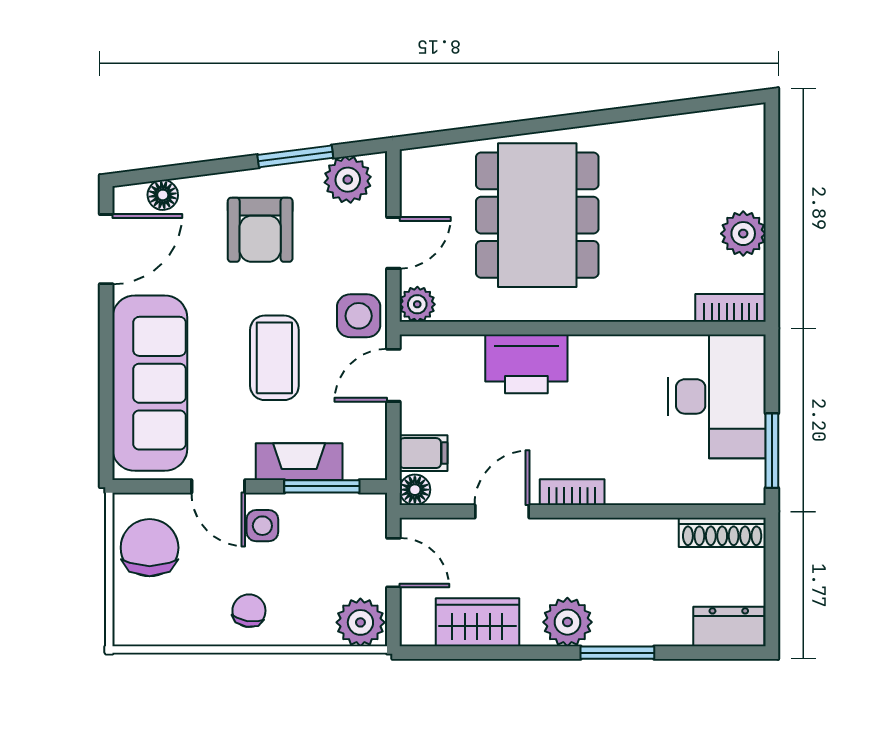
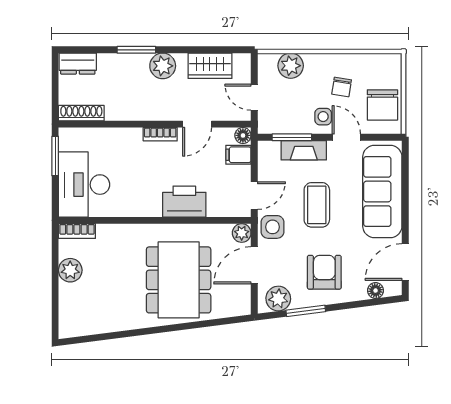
door: (393, 243) -> (254, 265), width x1.38
chair: (249, 611) -> (342, 87), moved
plant: (360, 622) -> (291, 66), moved

